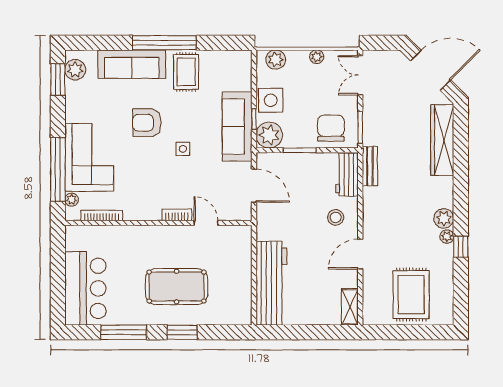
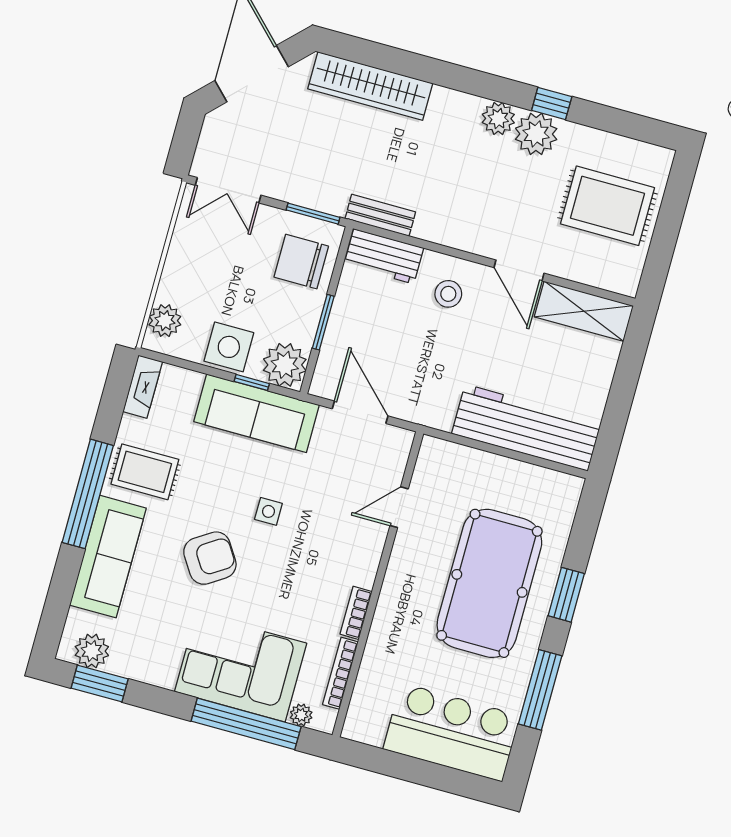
fireplace: (234, 57) -> (143, 387), added
plant: (317, 57) -> (179, 253), removed
armchair: (147, 123) -> (210, 558), turned -123
door: (254, 186) -> (360, 412), hinge flipped
bookcase: (177, 215) -> (356, 613), moved
plant: (447, 236) -> (536, 134), width x1.88, depth x1.88
pool table: (177, 287) -> (489, 583), width x1.36, depth x1.32
shelving: (350, 307) -> (584, 311), width x1.50, depth x1.33

